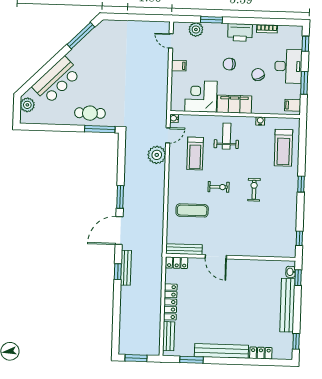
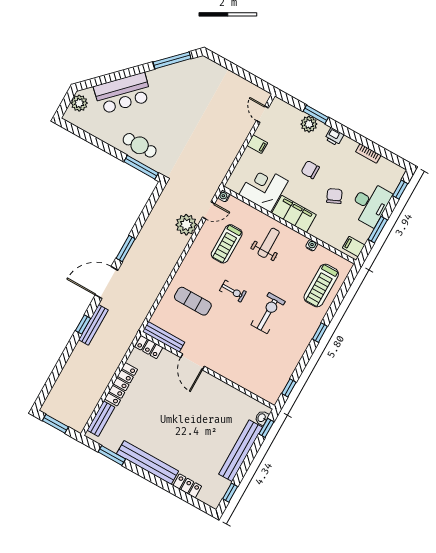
plant: (196, 29) -> (309, 124), moved
printer: (240, 32) -> (334, 137), width x0.53, depth x0.68
exercise bike: (254, 190) -> (268, 313), width x1.38, depth x1.39

